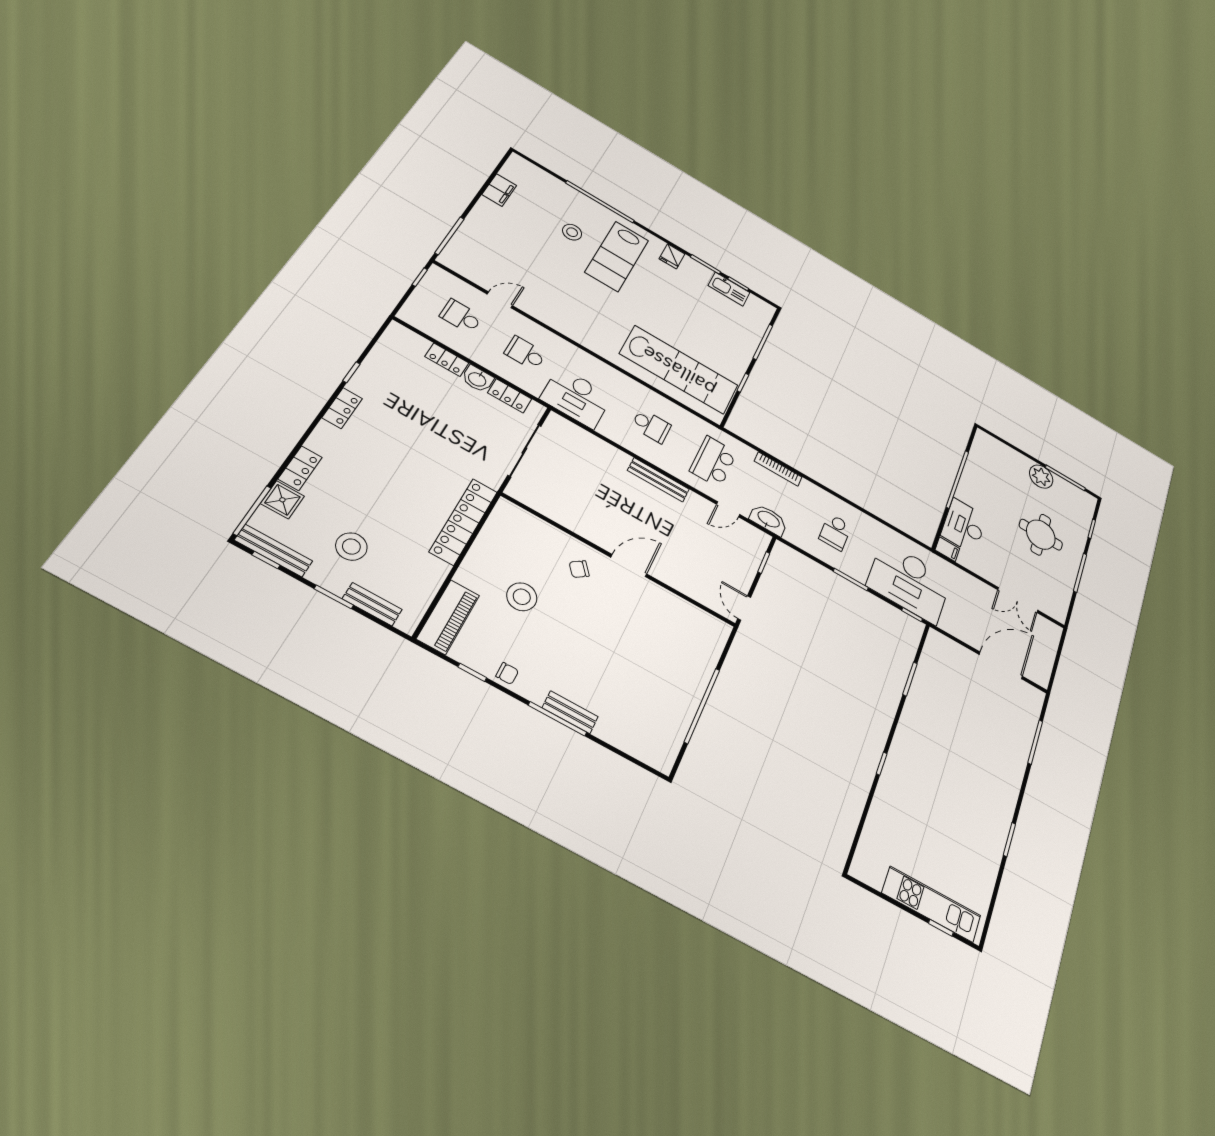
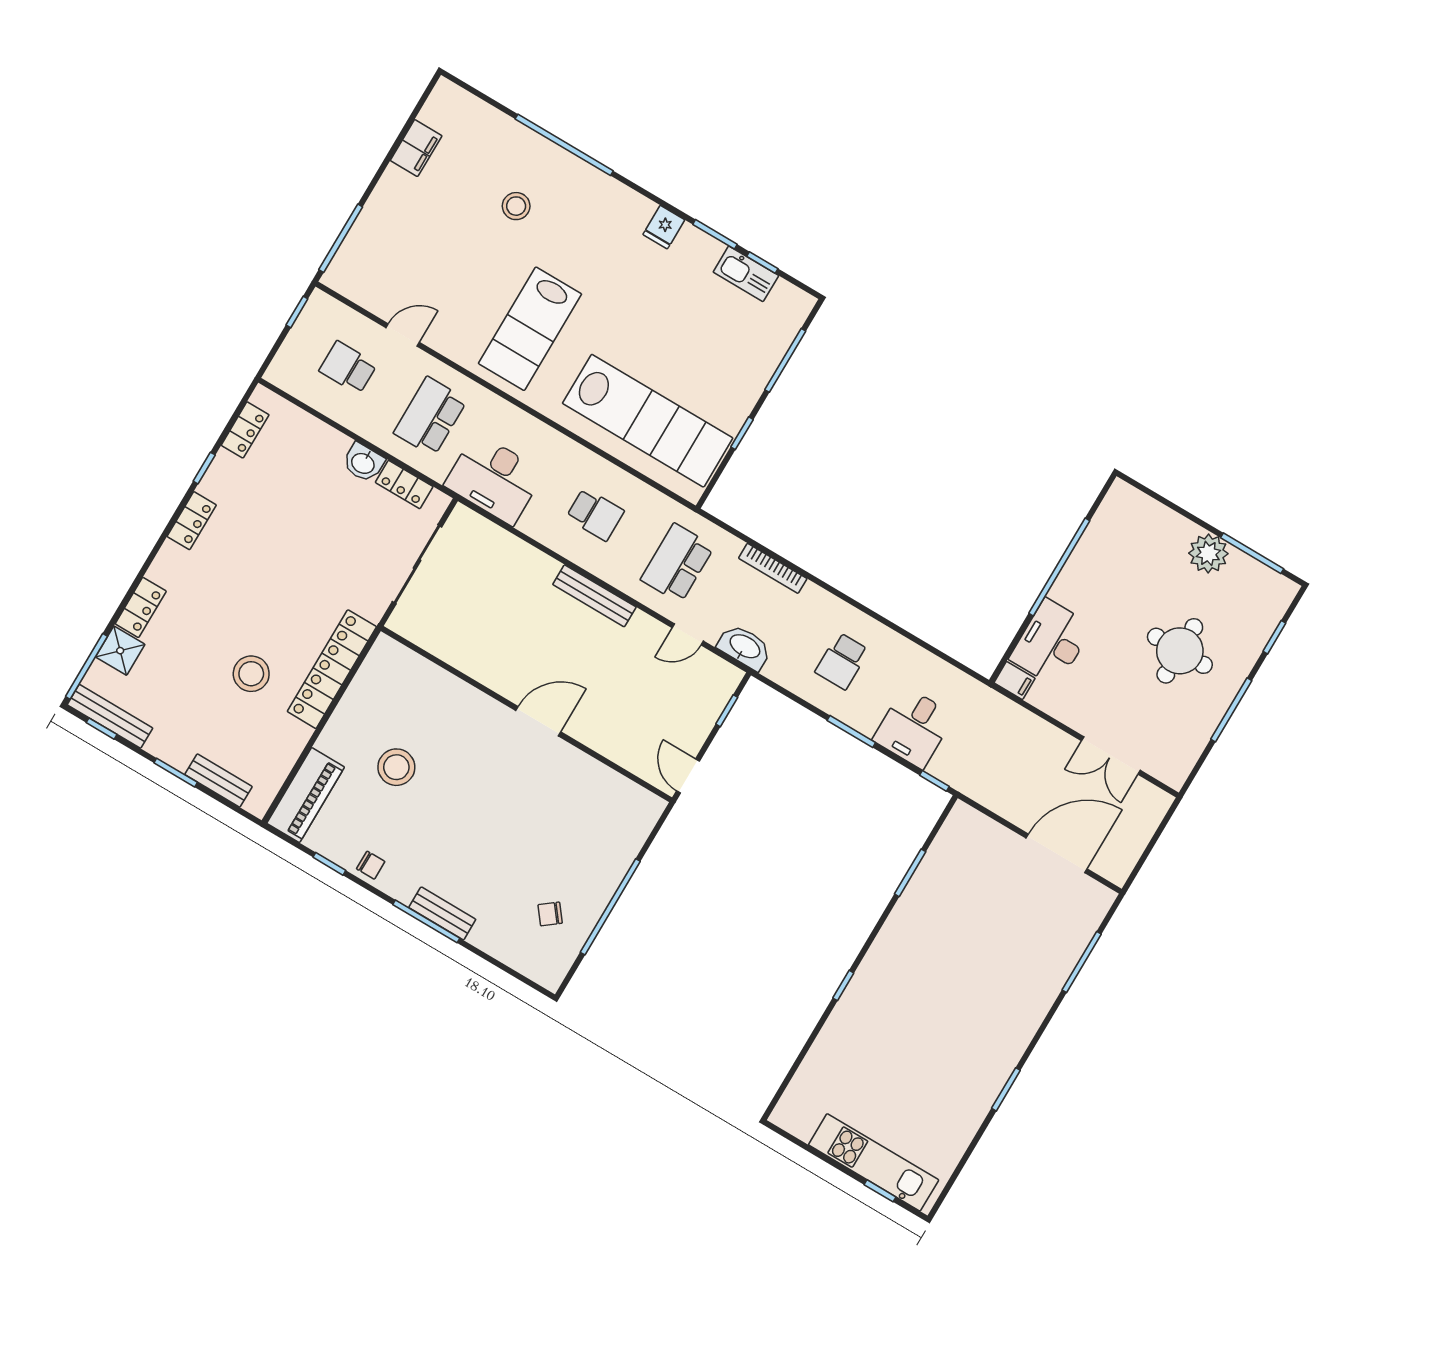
lab bench: (617, 256) -> (530, 329), moved
school desk: (525, 353) -> (430, 417), width x1.85
locker: (447, 360) -> (245, 430), moved, turned -90
stool: (351, 547) -> (251, 674), moved
chair: (579, 569) -> (550, 914), moved
desk: (909, 582) -> (914, 728), width x0.53, depth x0.77

